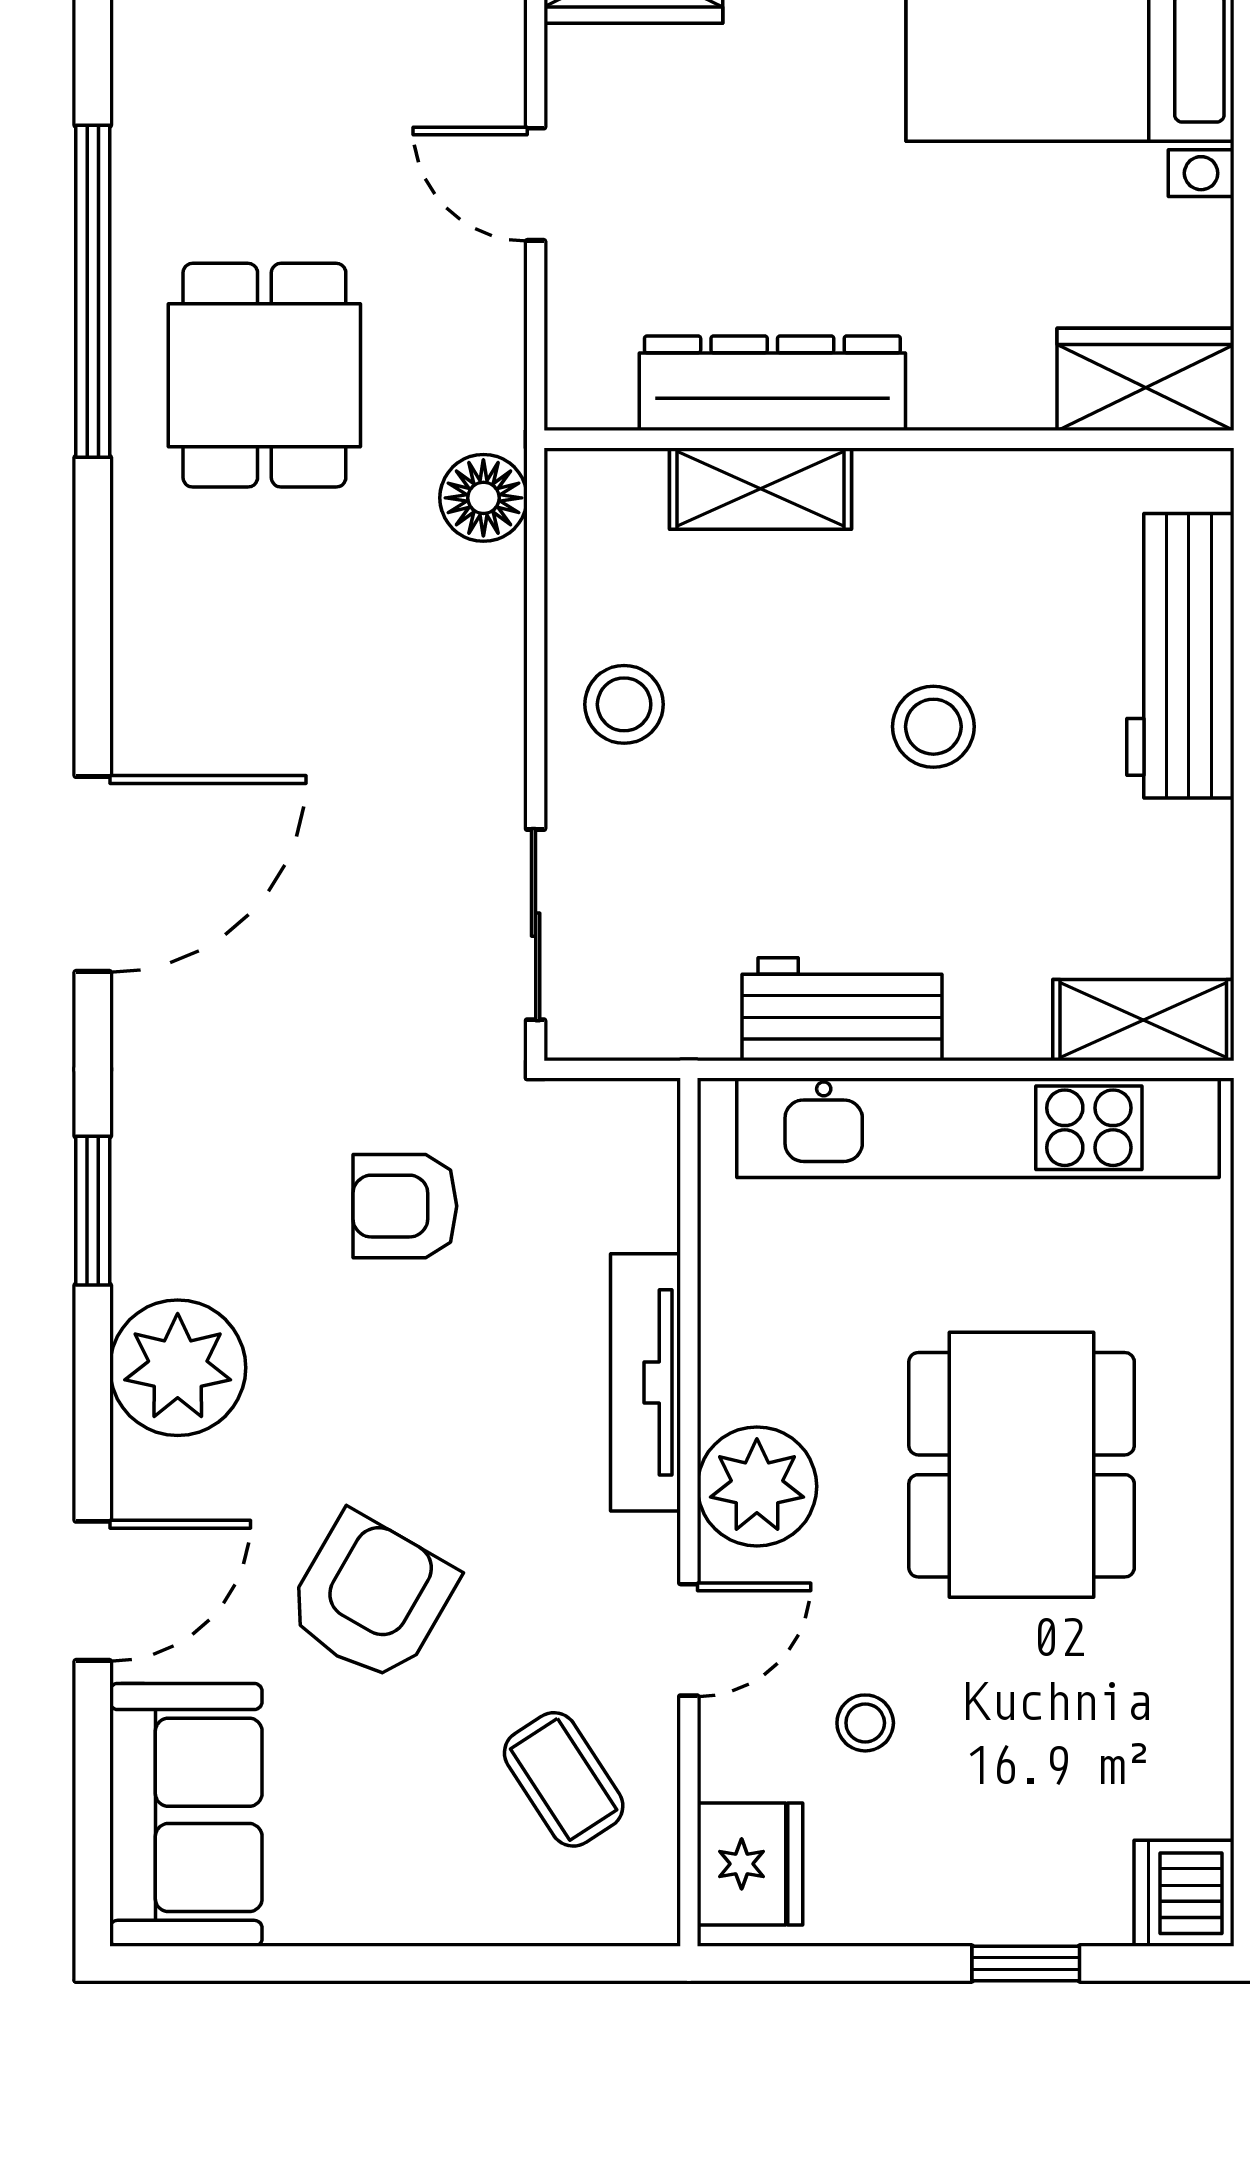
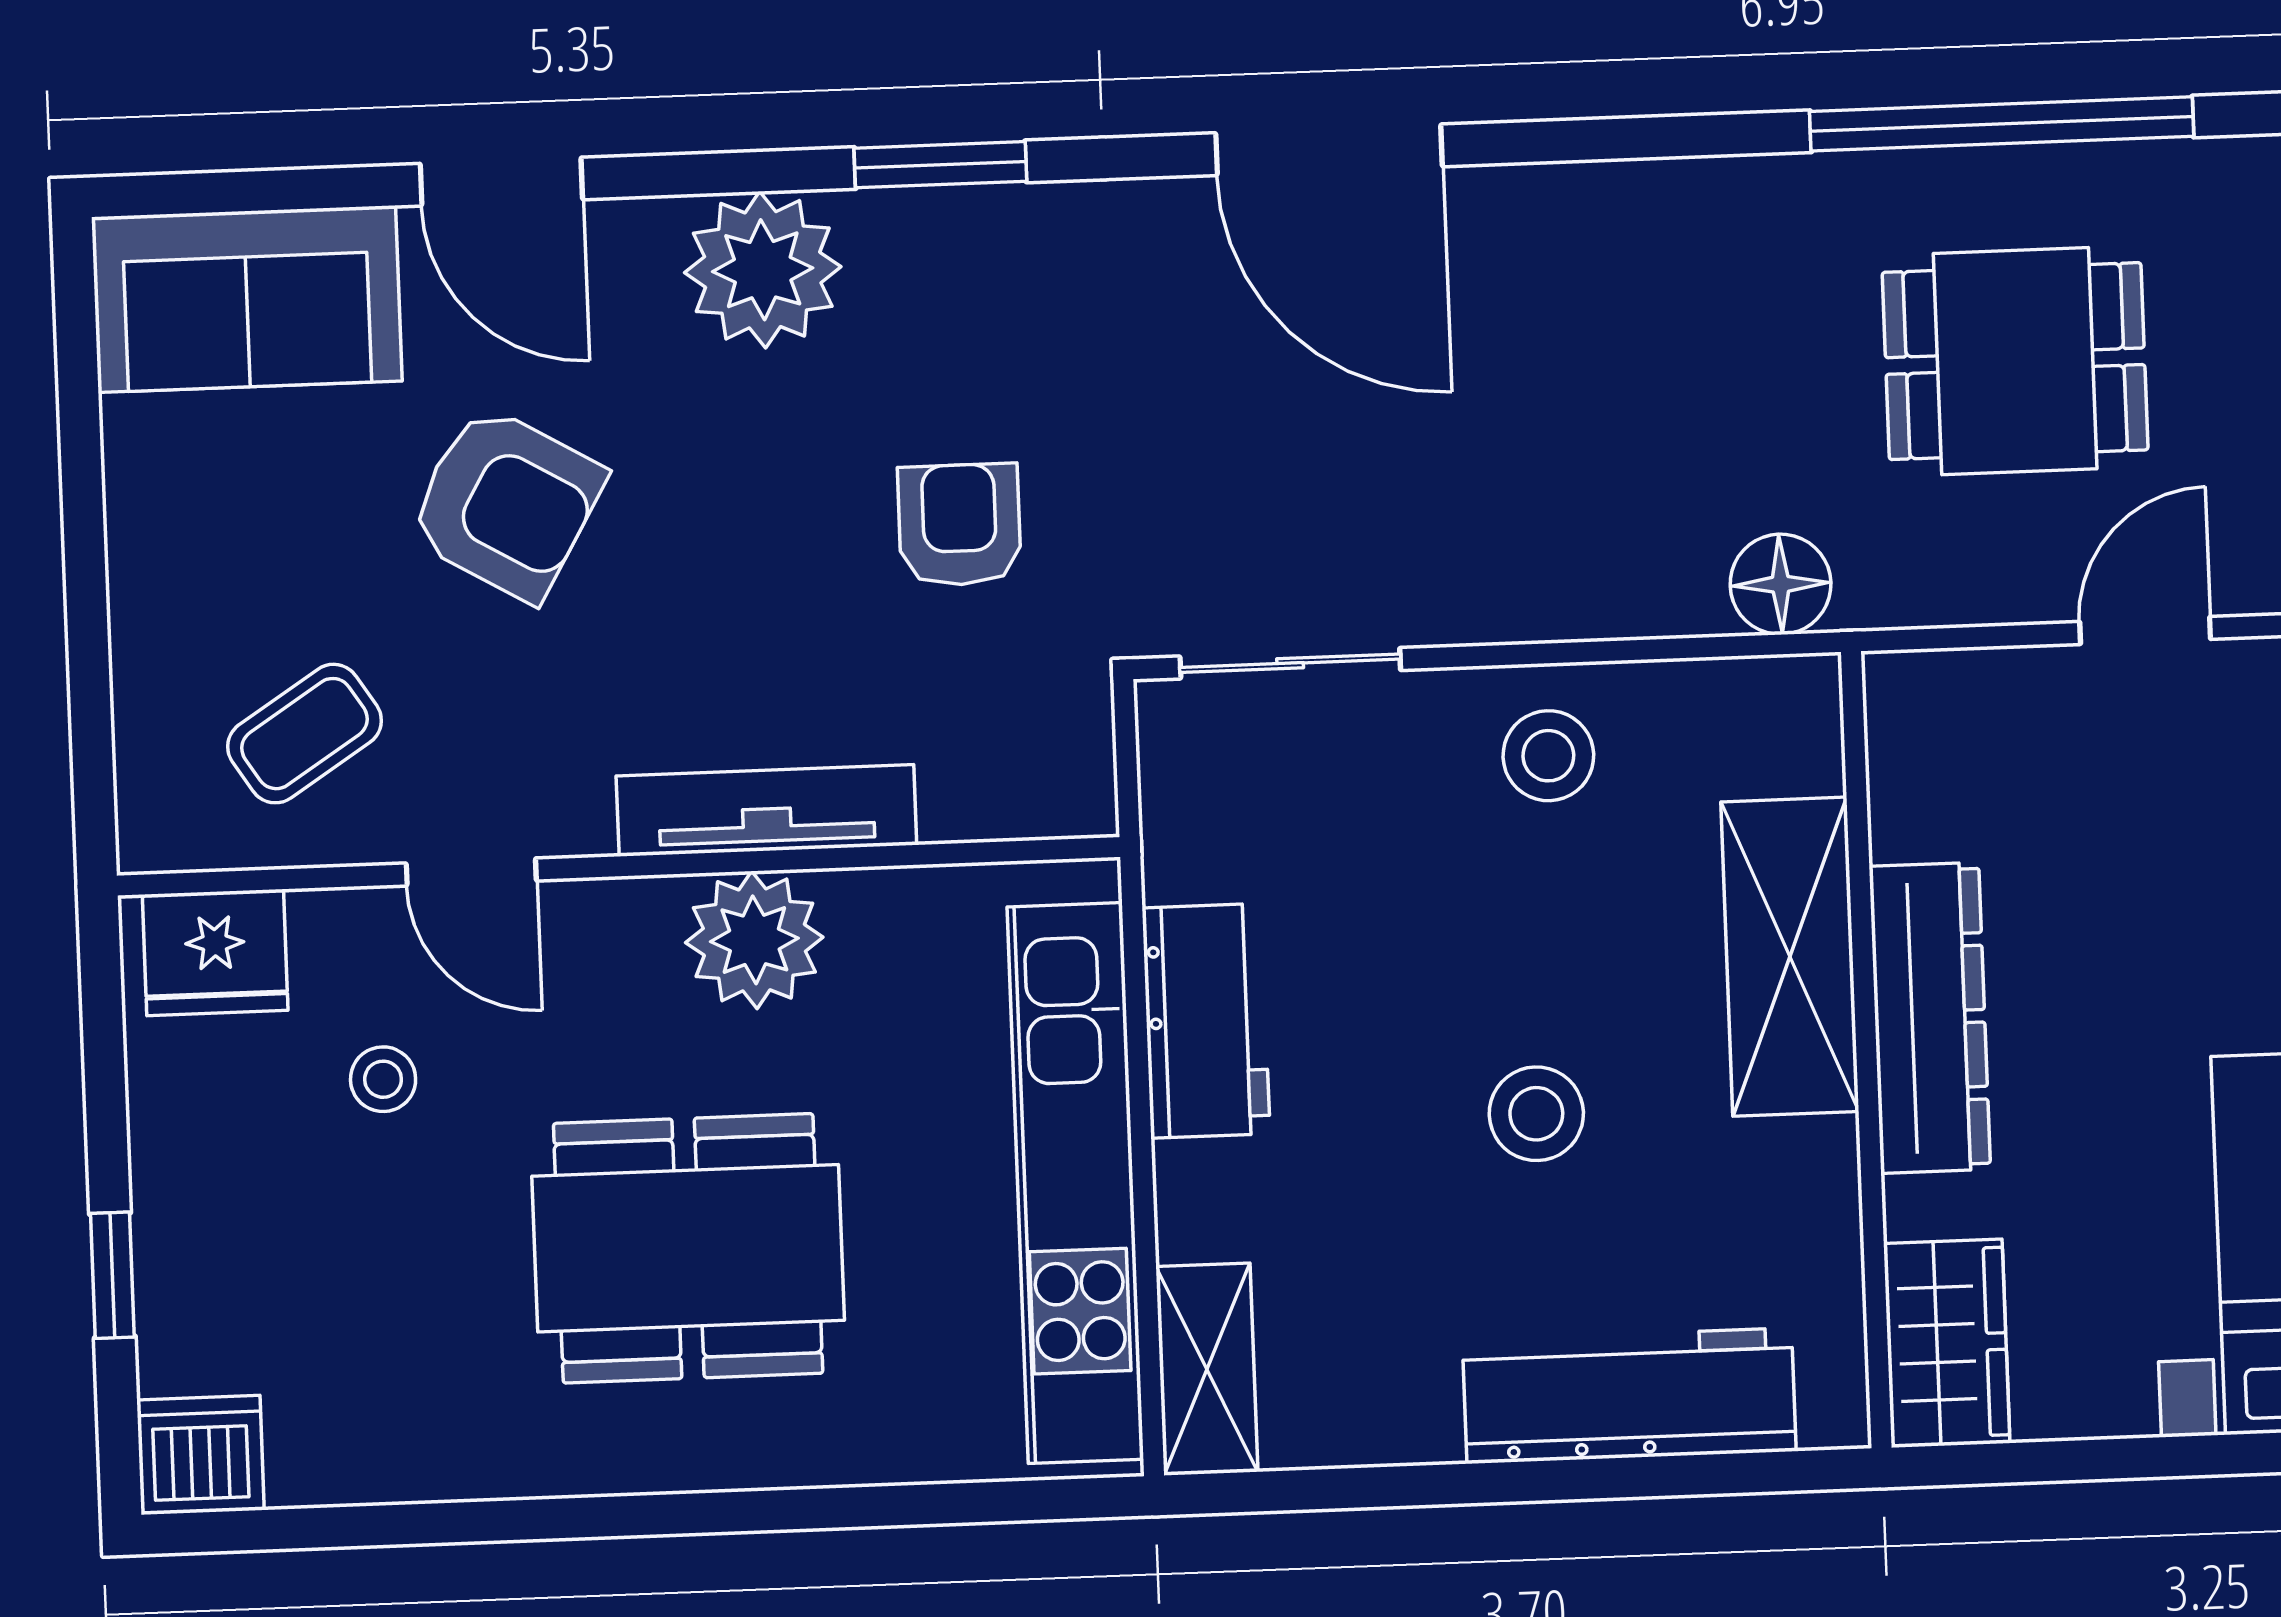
dining table: (264, 375) -> (2015, 361), moved
dresser: (772, 383) -> (1930, 1018), moved
shelving: (760, 489) -> (1790, 957), width x1.50, depth x1.33
plant: (757, 1486) -> (754, 940), moved

